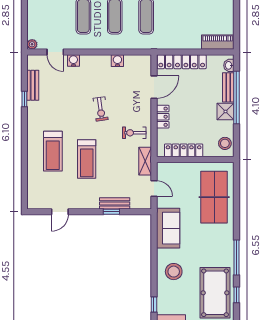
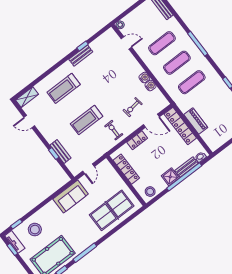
piano: (218, 42) -> (196, 121), moved
door: (55, 52) -> (126, 43), swing flipped
water cooler: (73, 61) -> (144, 78), moved
bench: (33, 85) -> (81, 56), moved
exercise bike: (101, 109) -> (133, 107), moved
treadmill: (87, 159) -> (87, 120), moved
shelving: (145, 161) -> (27, 97), moved
stool: (174, 272) -> (35, 230), moved

